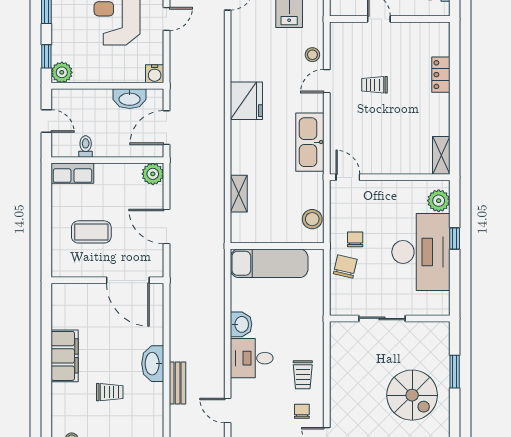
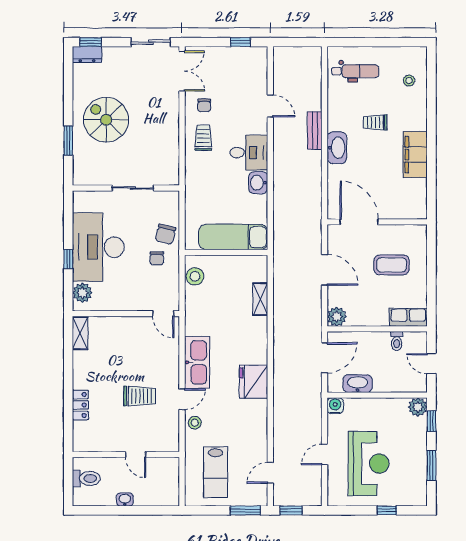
trolley: (374, 85) -> (140, 396), width x1.36, depth x1.39
kitchen sink: (310, 142) -> (197, 362), moved

